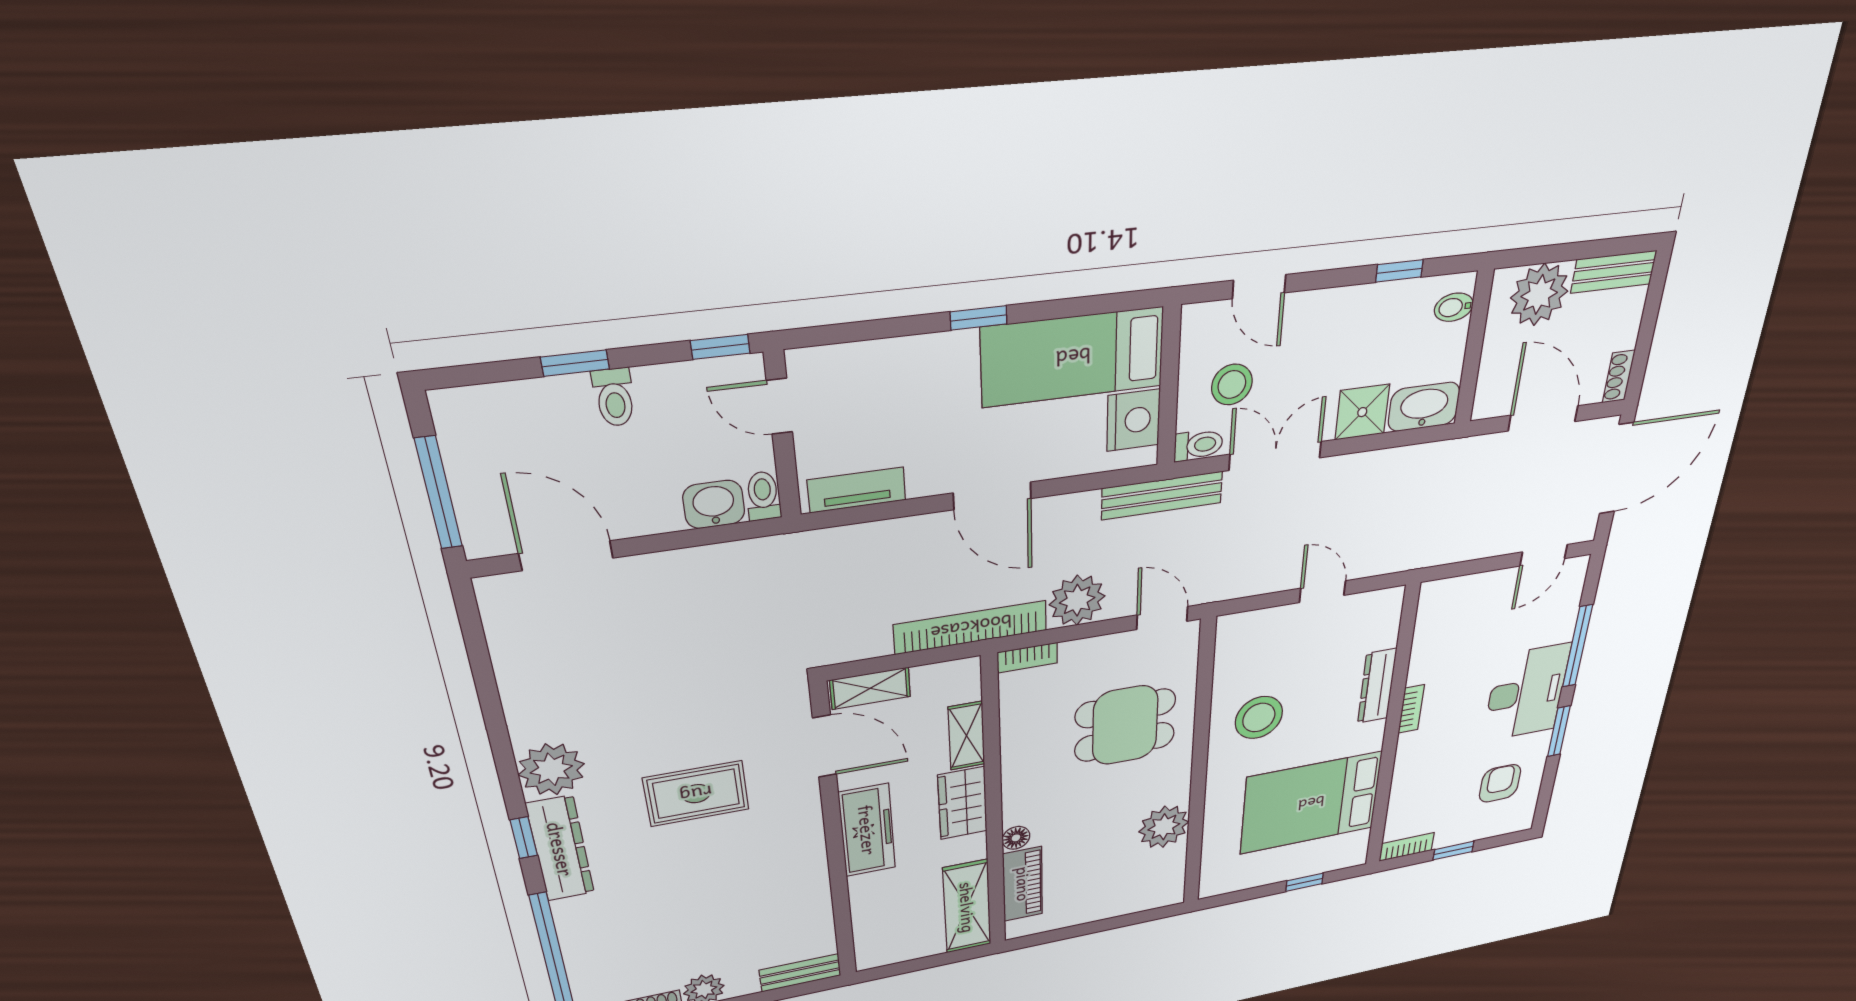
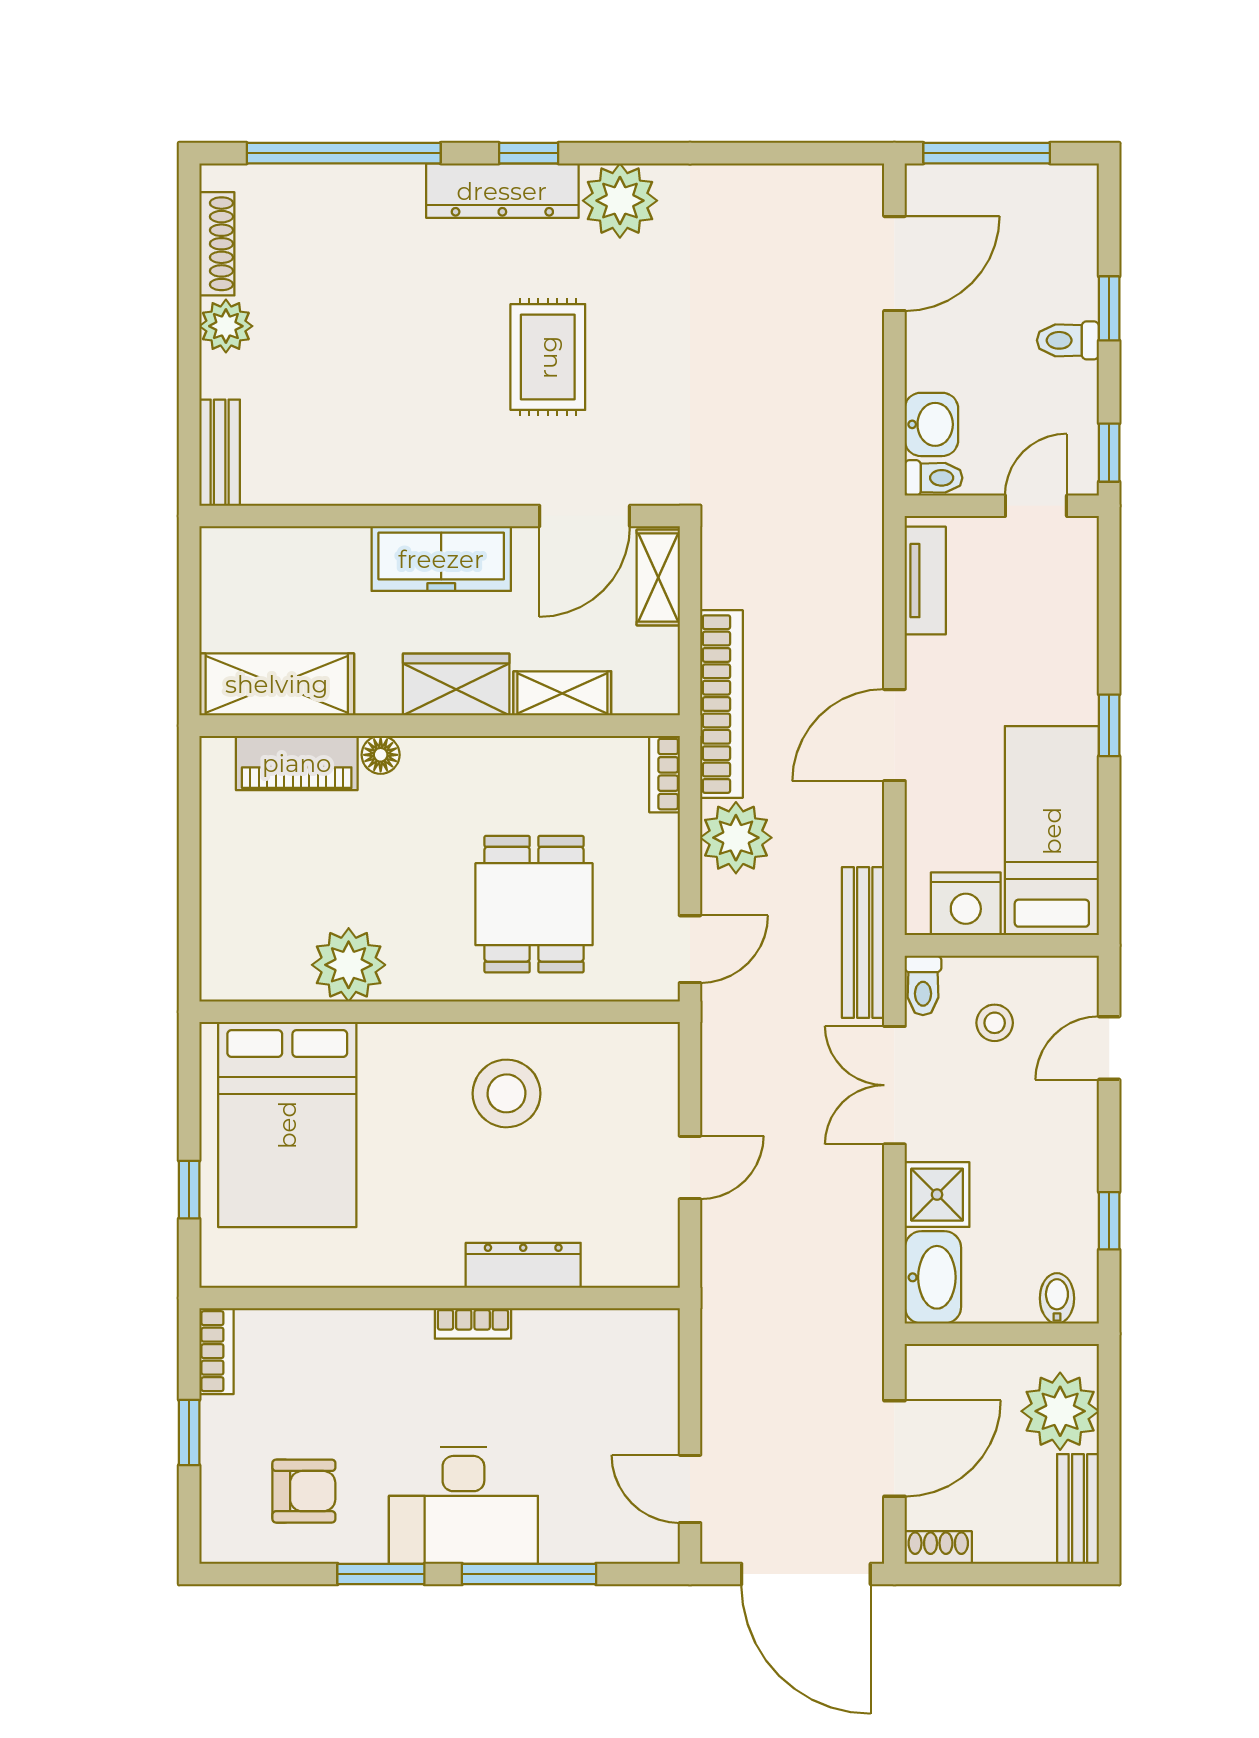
stool: (1232, 385) -> (995, 1023), width x0.73, depth x0.73
double door: (1275, 456) -> (894, 1085), swing flipped
bed: (1311, 803) -> (287, 1125), moved, turned 180

